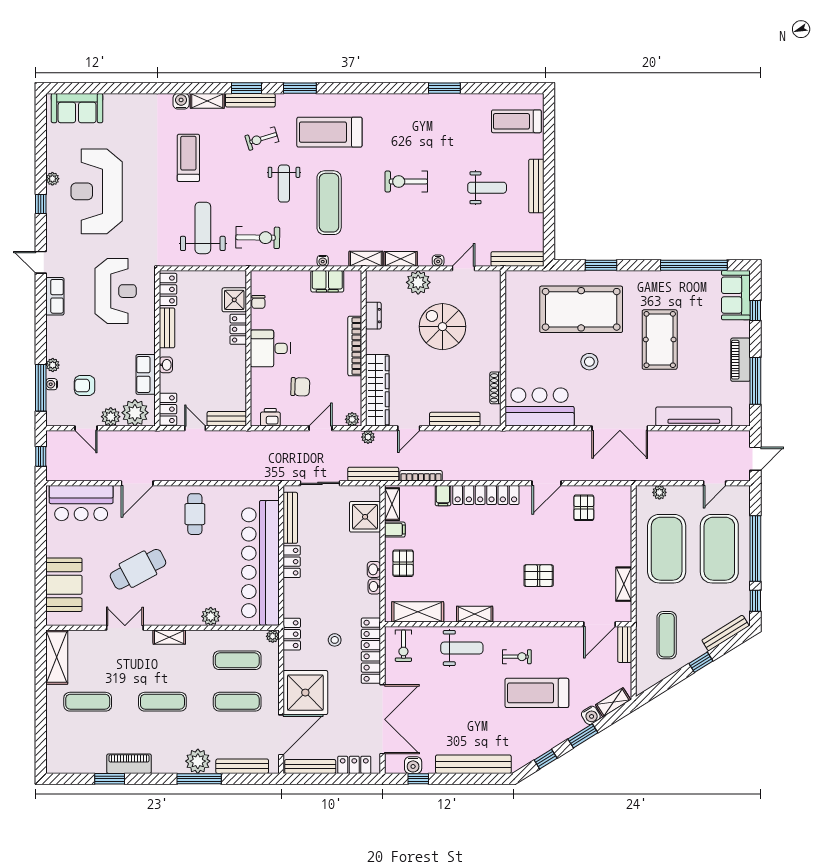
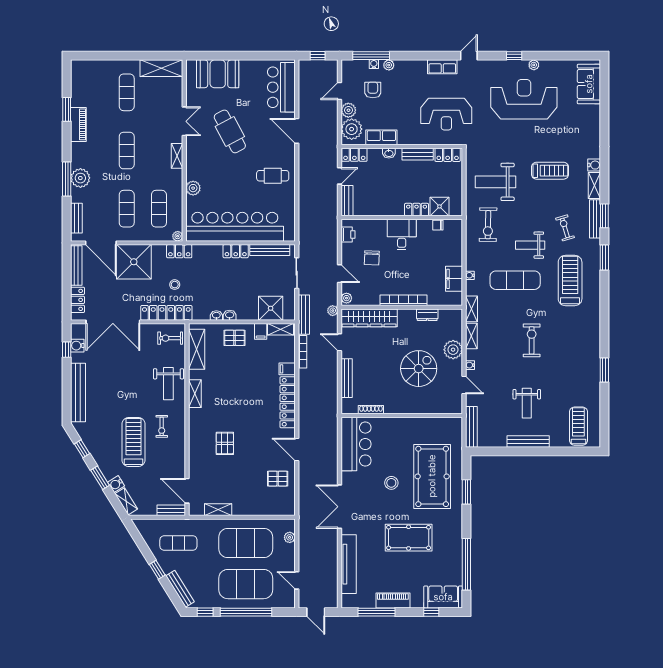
weight bench: (203, 228) -> (495, 182), turned 180
bench: (242, 766) -> (76, 218), width x0.73

